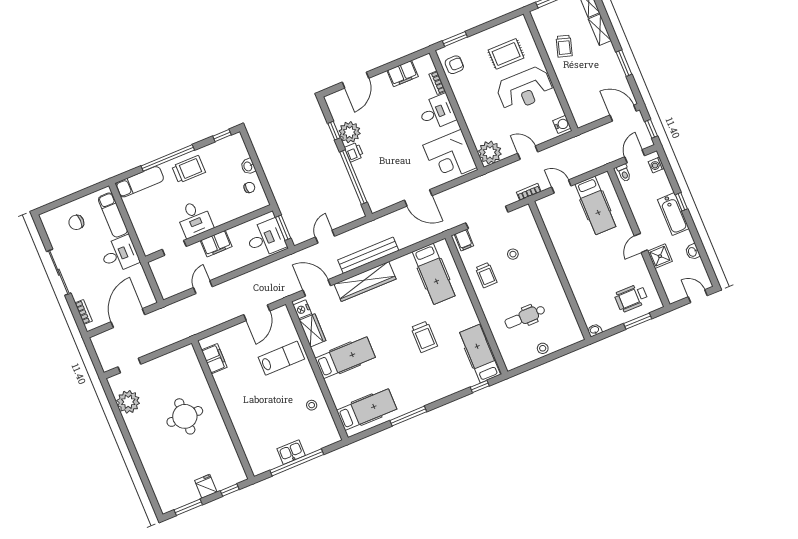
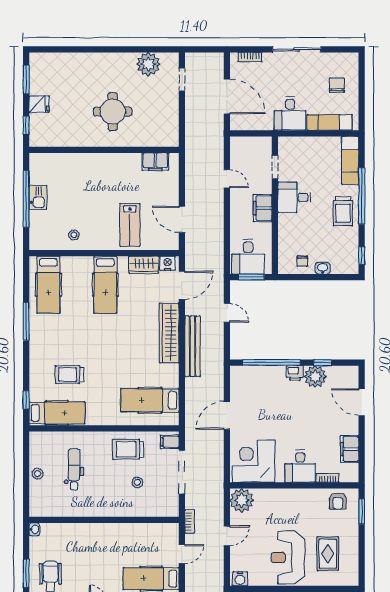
trolley: (486, 275) -> (128, 449), width x1.36, depth x1.39
trolley: (424, 337) -> (69, 375), moved

